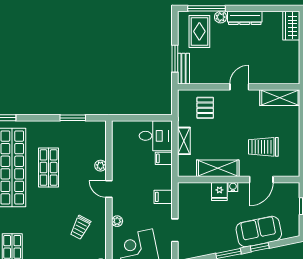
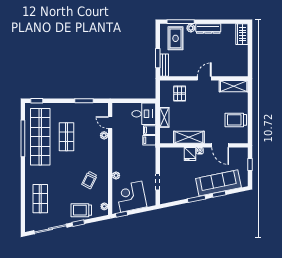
trolley: (263, 147) -> (236, 120), moved
door: (261, 179) -> (220, 145), hinge flipped
door: (109, 189) -> (110, 123), moved
filing cabinet: (163, 197) -> (149, 140), moved
sofa: (259, 232) -> (218, 183), width x1.36

